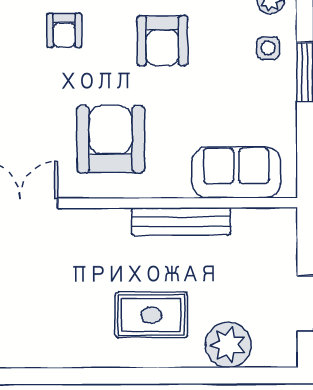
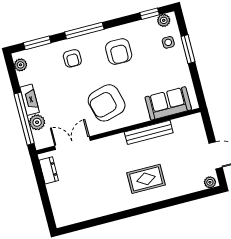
armchair: (111, 139) -> (107, 103), turned -105
plant: (228, 345) -> (210, 182), moved, width x0.53, depth x0.53

